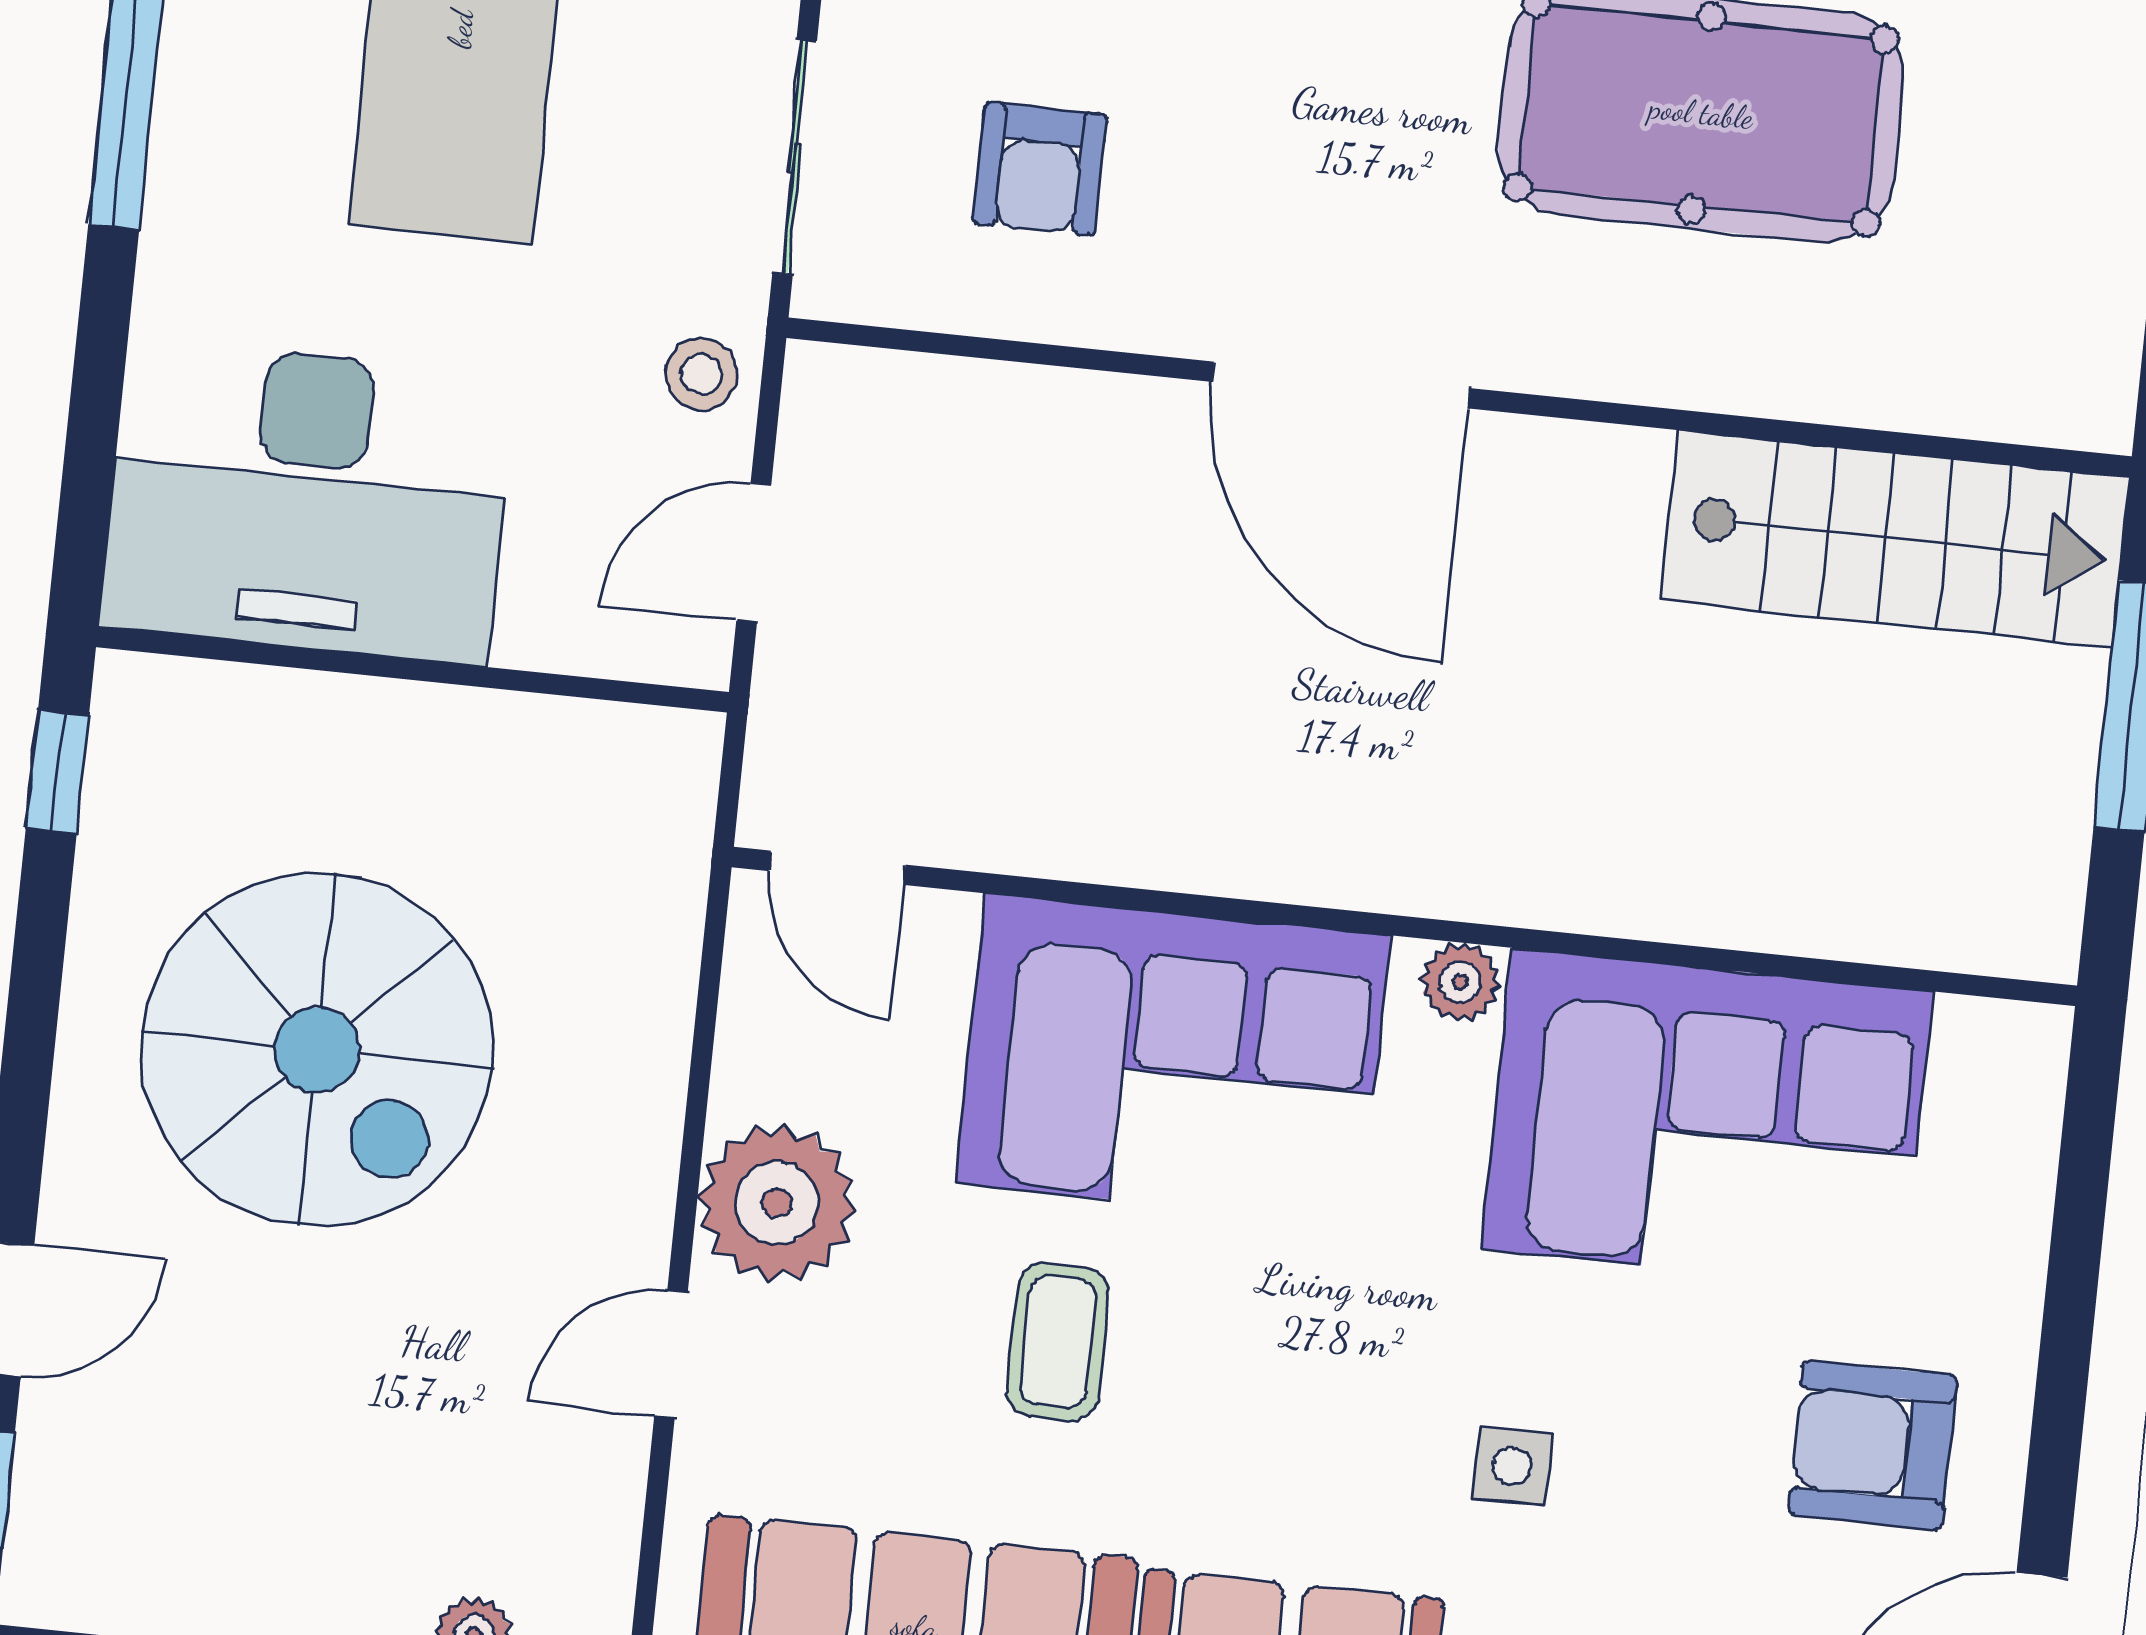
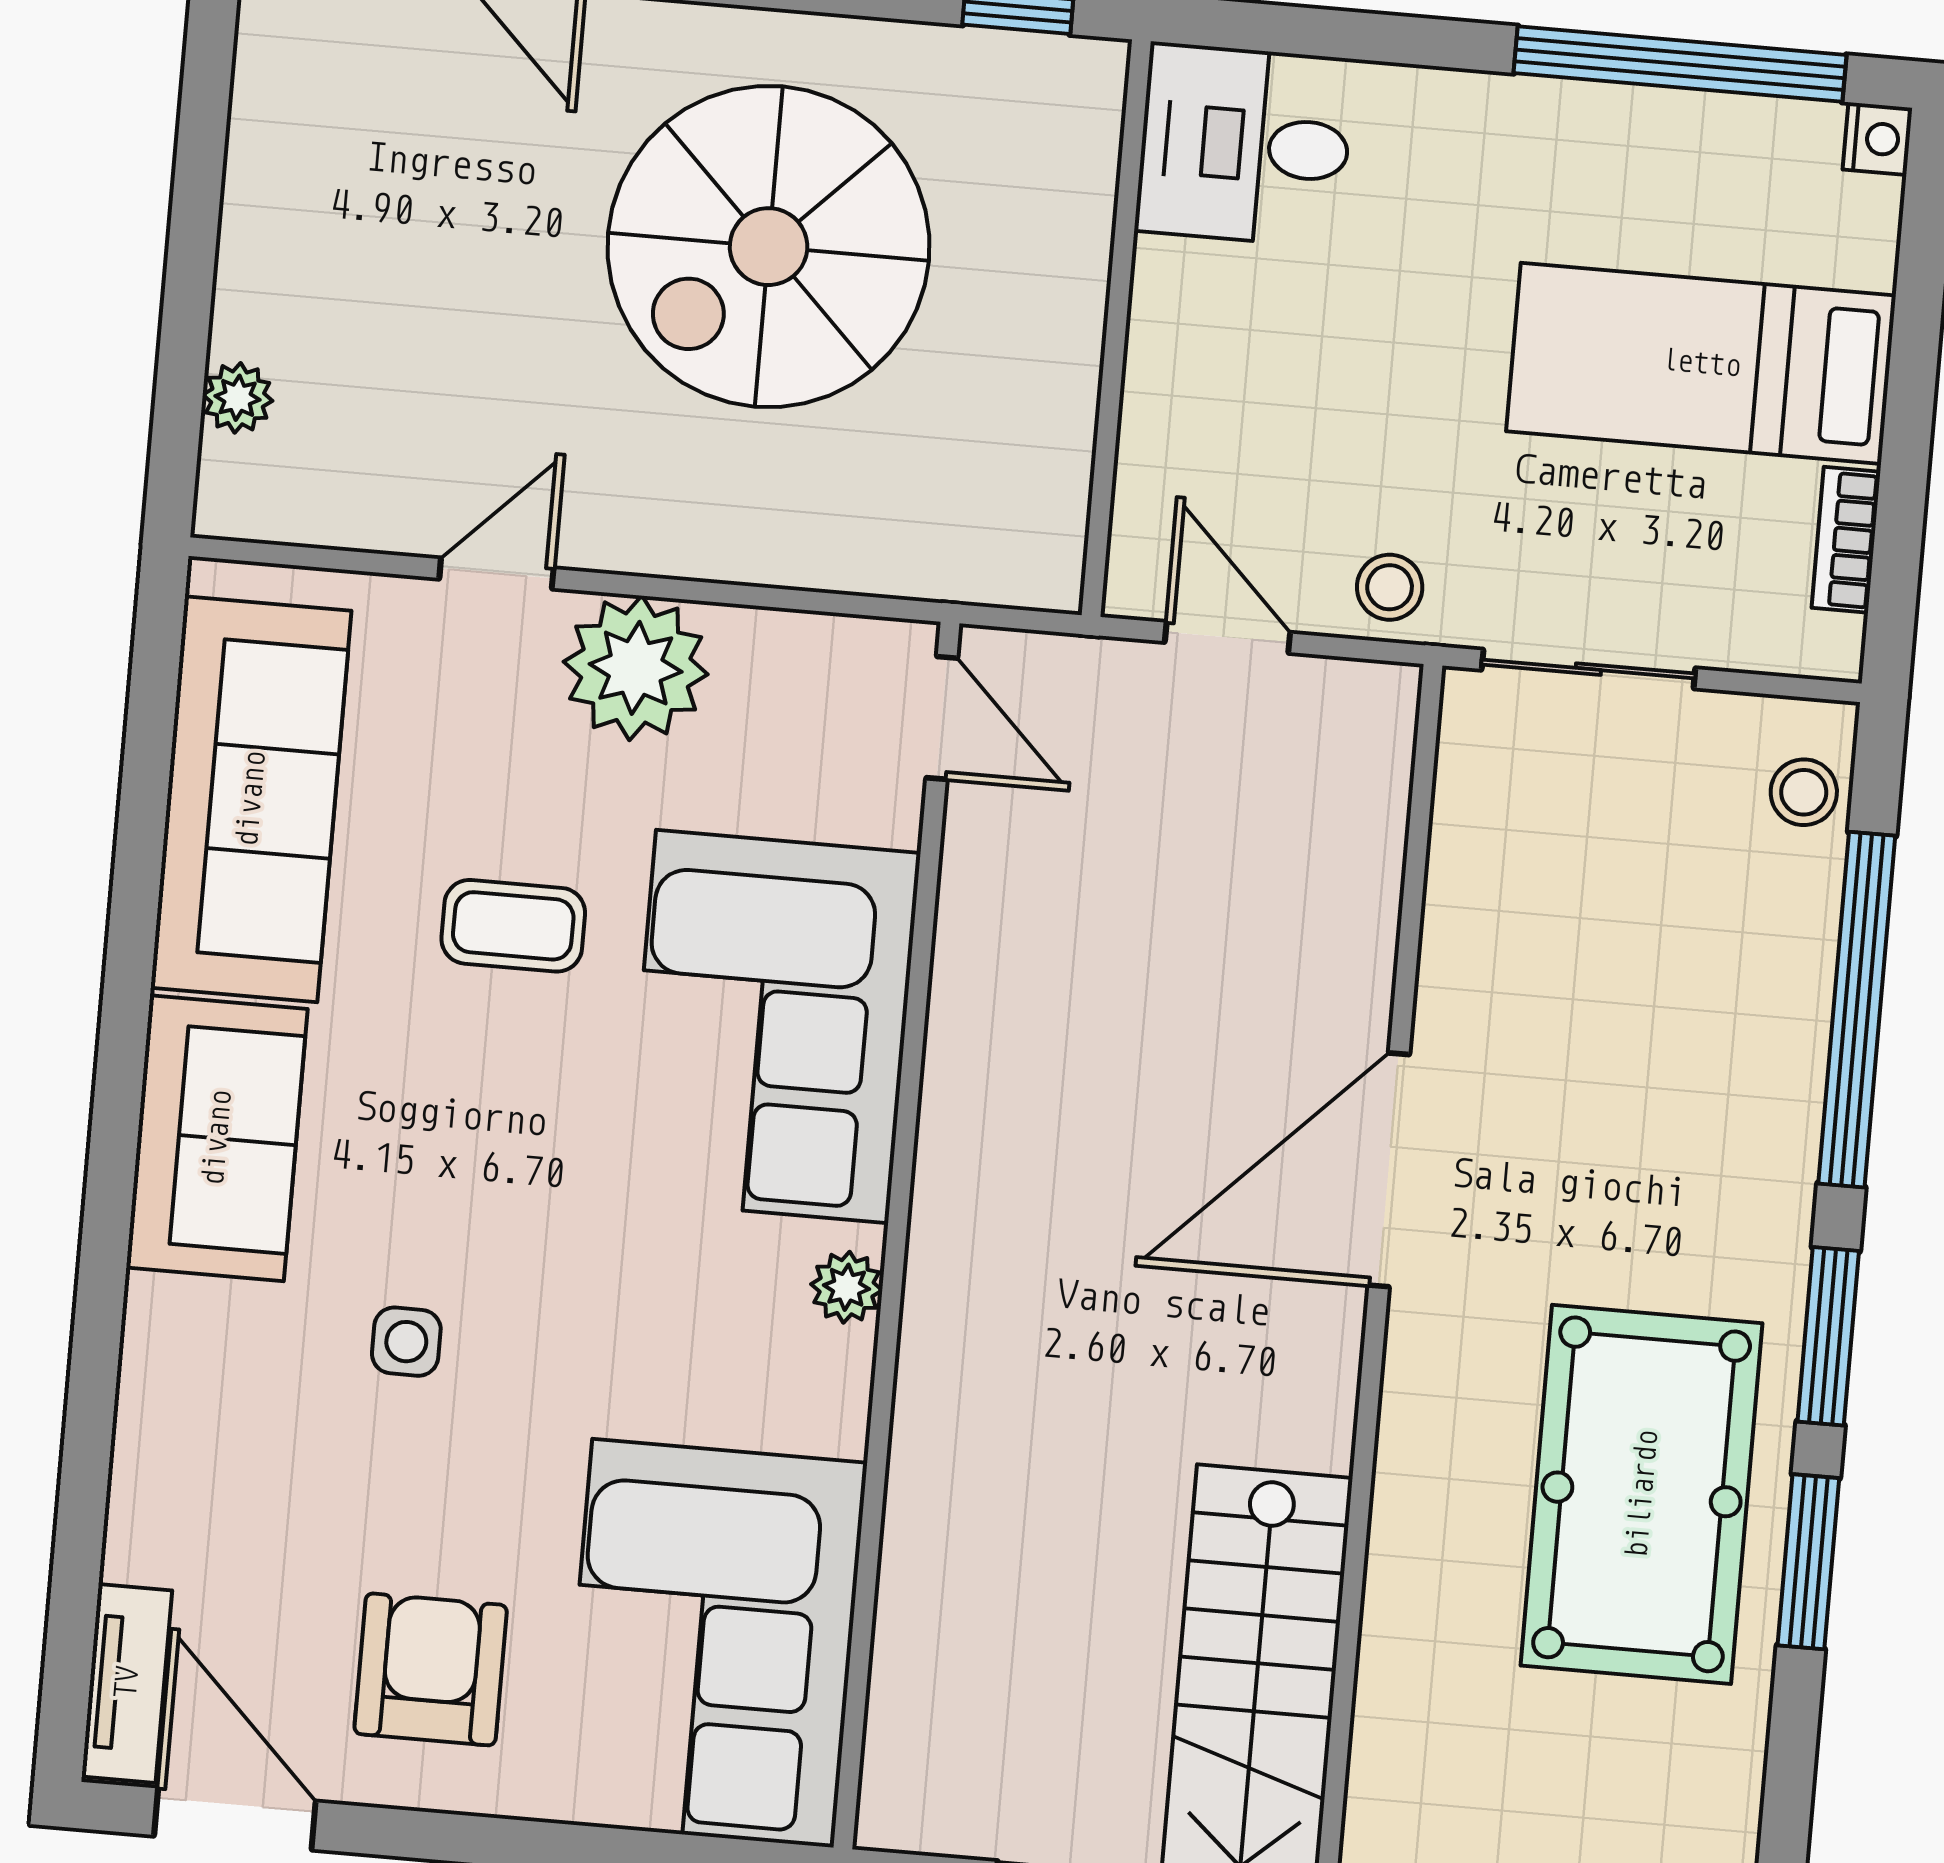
armchair: (1040, 169) -> (1581, 893), removed
desk: (308, 501) -> (1245, 145), width x0.53, depth x0.77
door: (837, 868) -> (942, 718), swing flipped
corner sofa: (1707, 1120) -> (713, 1643), moved
door: (671, 1354) -> (496, 573), hinge flipped

